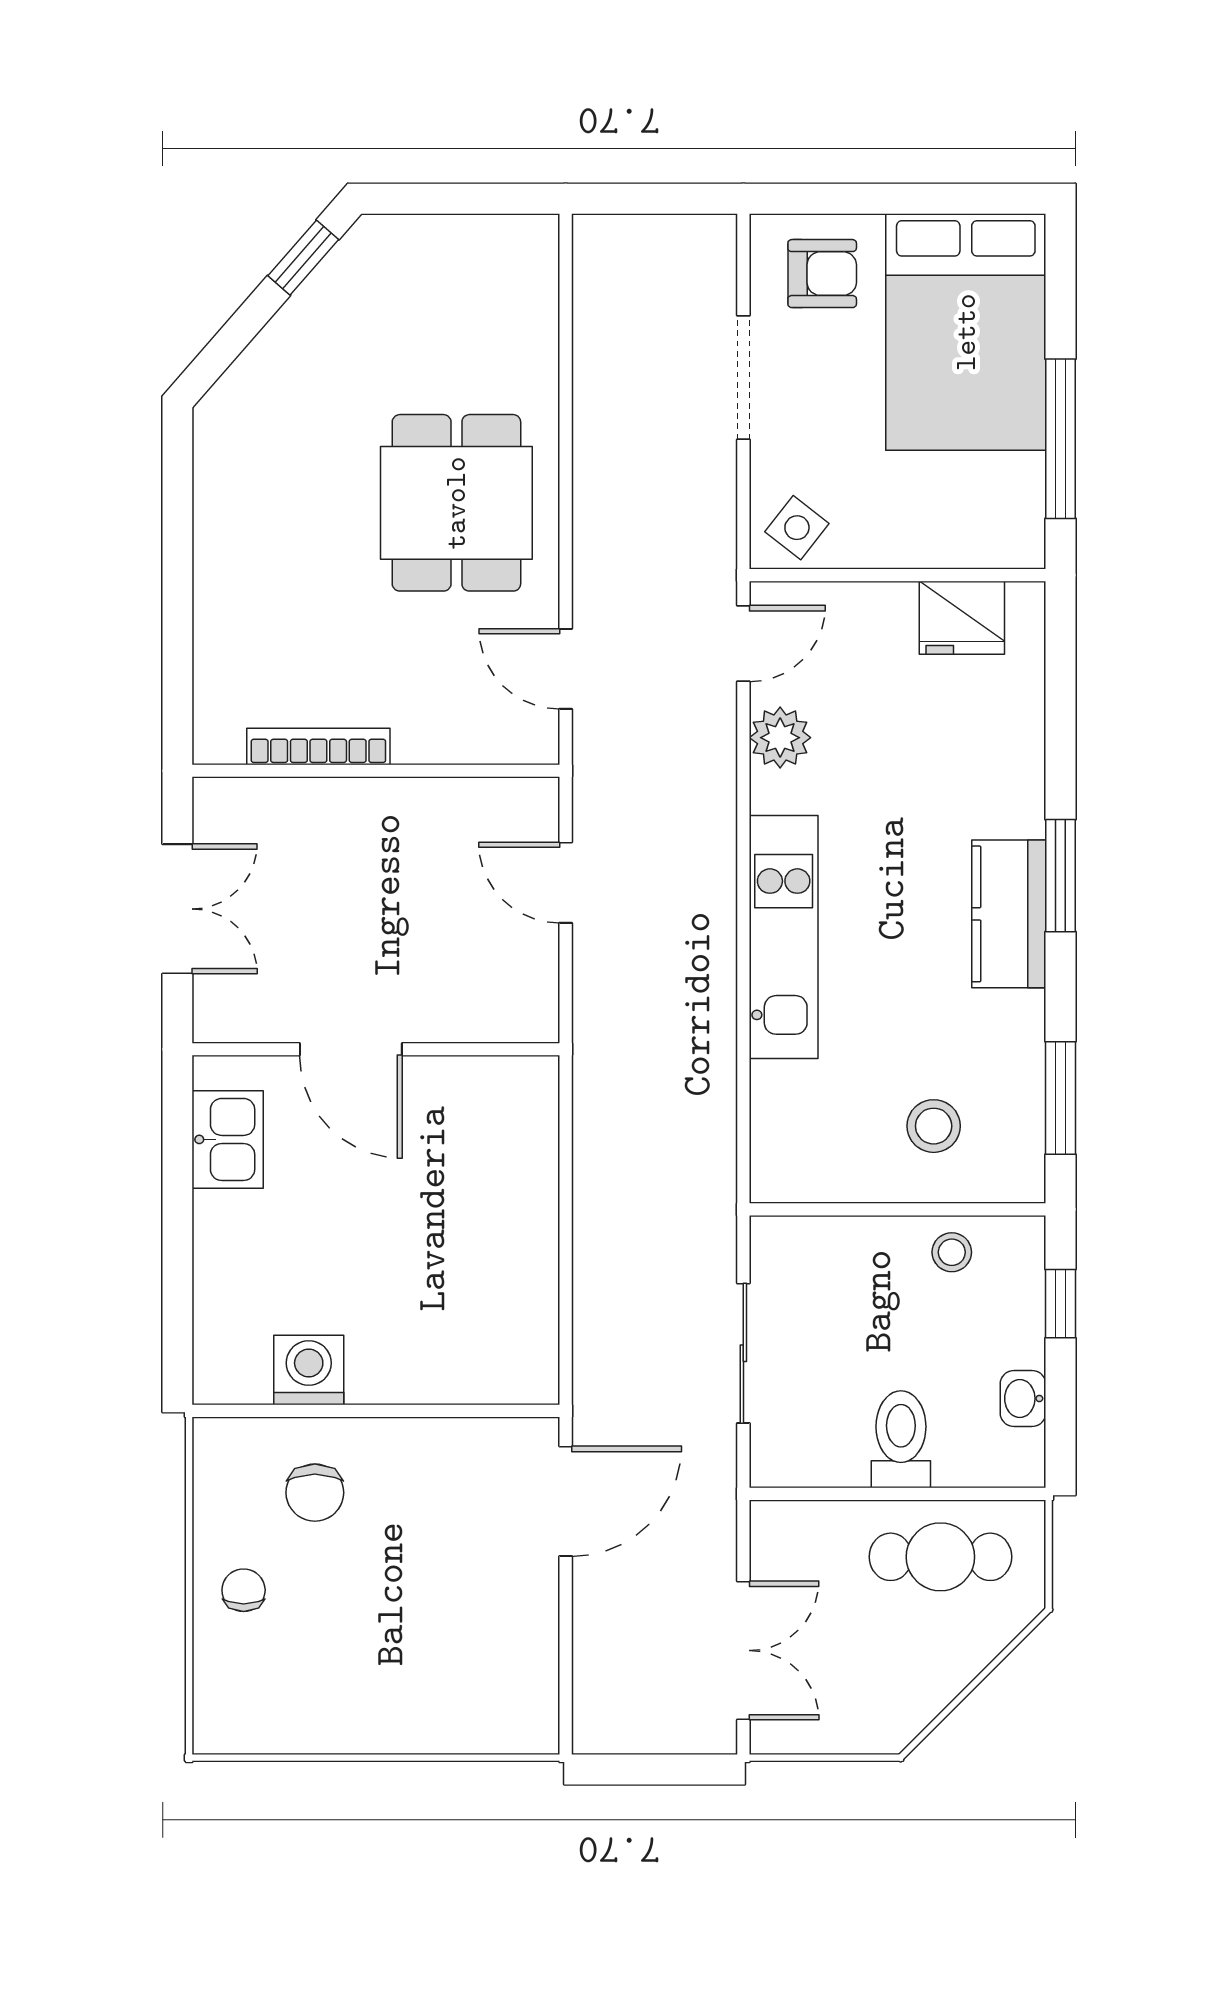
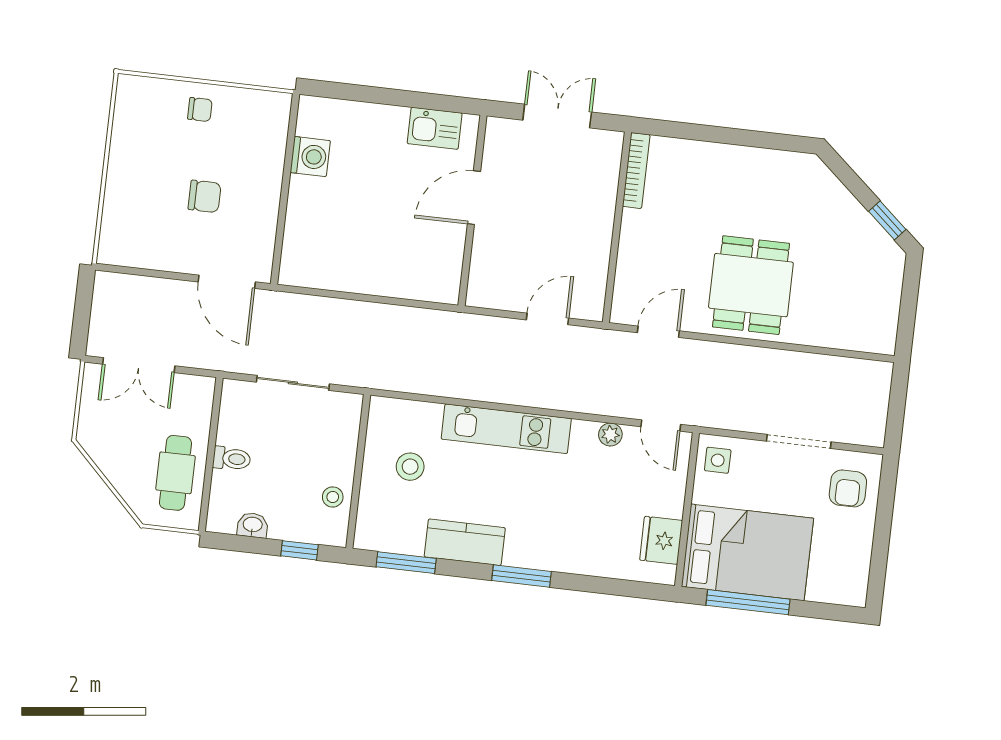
bed: (966, 332) -> (747, 552), moved, turned 180
dining table: (456, 503) -> (751, 285), turned 90
side table: (797, 528) -> (718, 460), turned -38
plant: (780, 738) -> (610, 434), width x0.73, depth x0.73
bookcase: (318, 746) -> (636, 171), moved
double door: (177, 909) -> (557, 116), swing flipped
kitchen counter: (1009, 914) -> (465, 542), moved
stool: (934, 1126) -> (410, 467), moved
toilet: (901, 1439) -> (232, 459), width x0.73, depth x0.72
chair: (315, 1493) -> (204, 196), moved, turned 180

